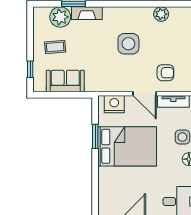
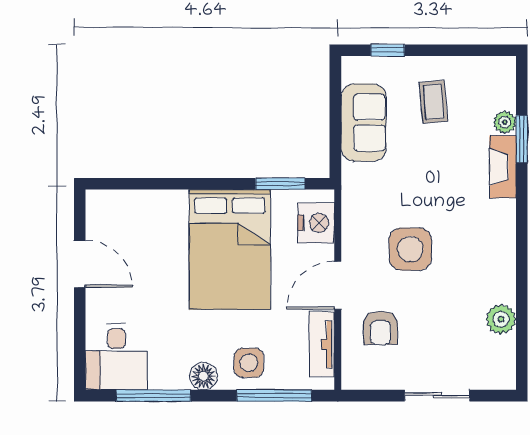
plant: (60, 17) -> (505, 122), width x0.53, depth x0.53
side table: (128, 44) -> (410, 249), moved
window: (95, 136) -> (280, 184), moved

